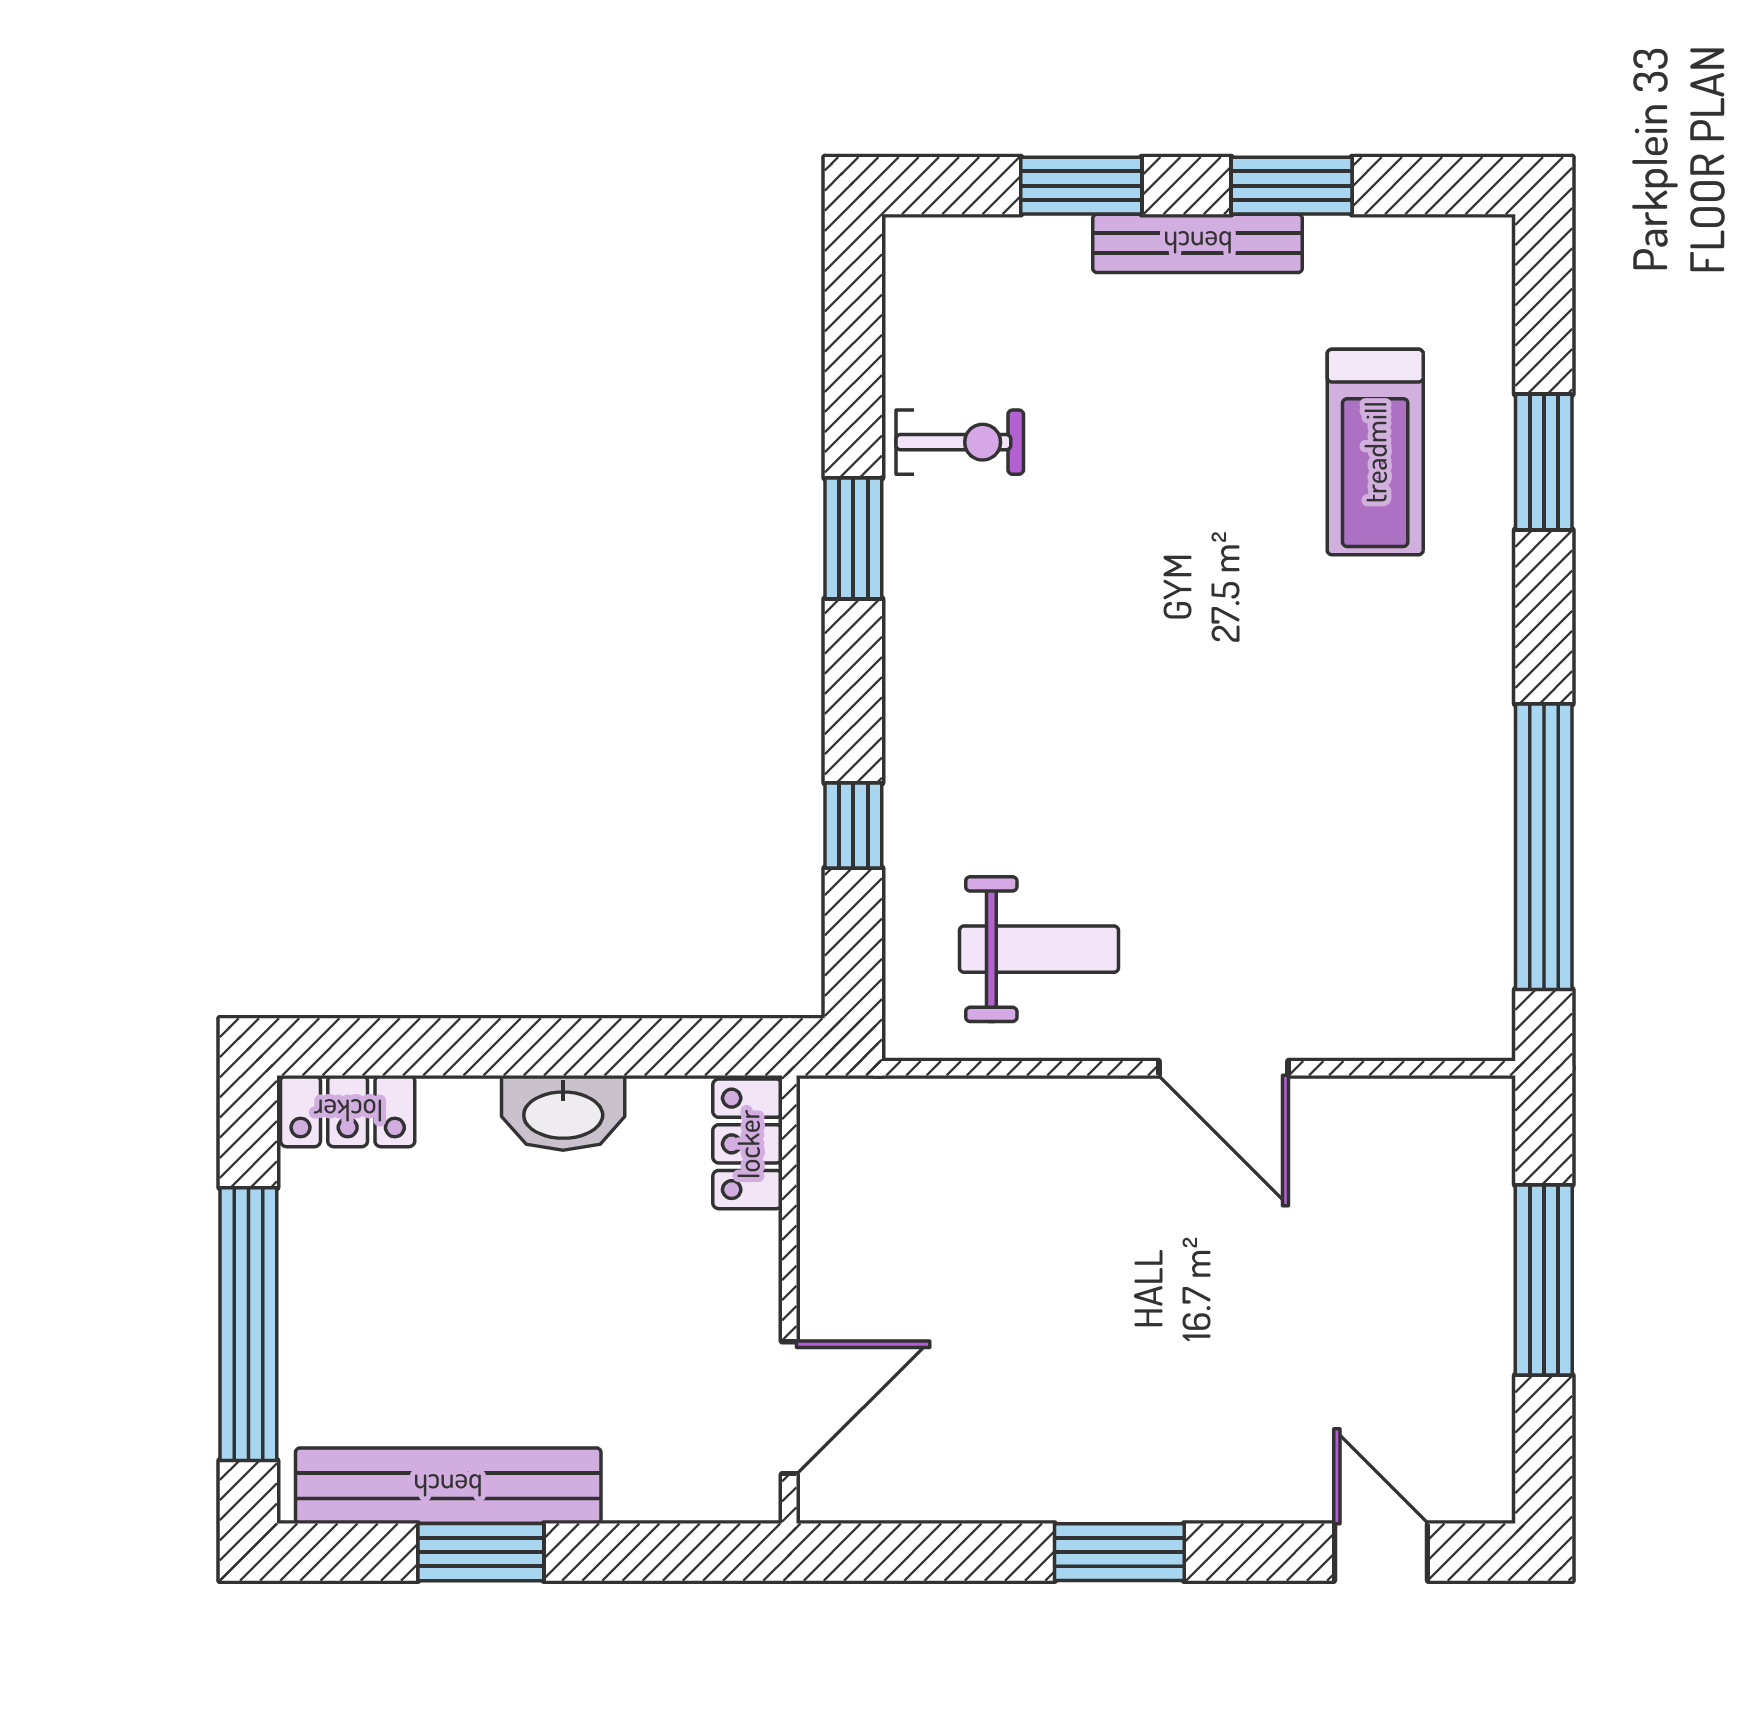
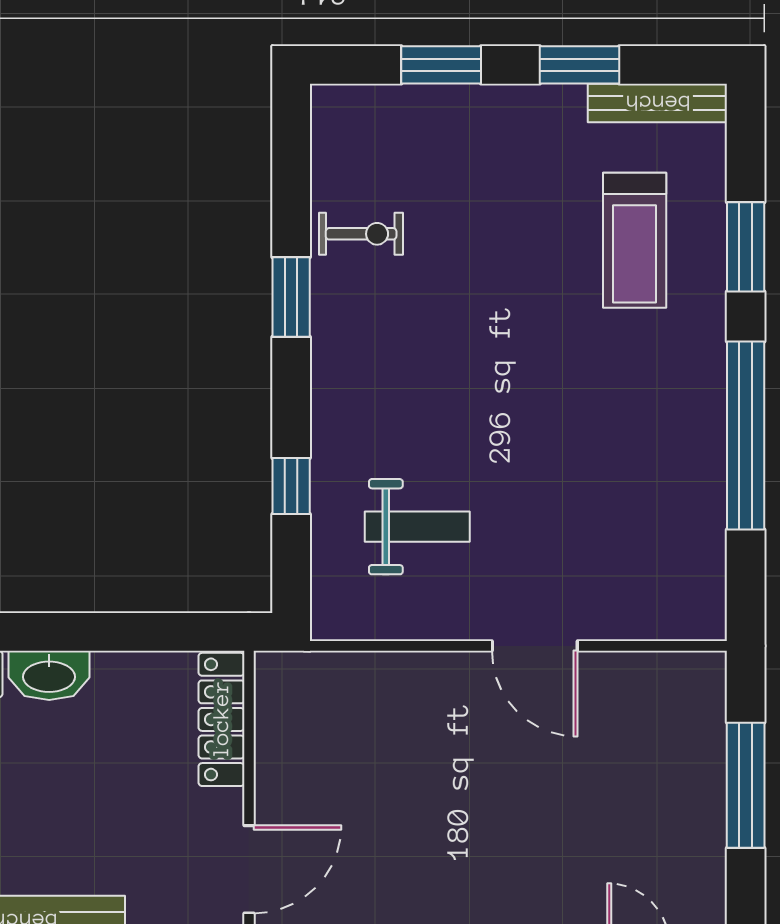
bench: (1198, 243) -> (657, 103), moved
window: (1544, 847) -> (746, 435), moved
weight bench: (1039, 949) -> (417, 527), moved
washbasin: (563, 1113) -> (49, 675), moved
locker: (748, 1144) -> (221, 719), width x1.53

